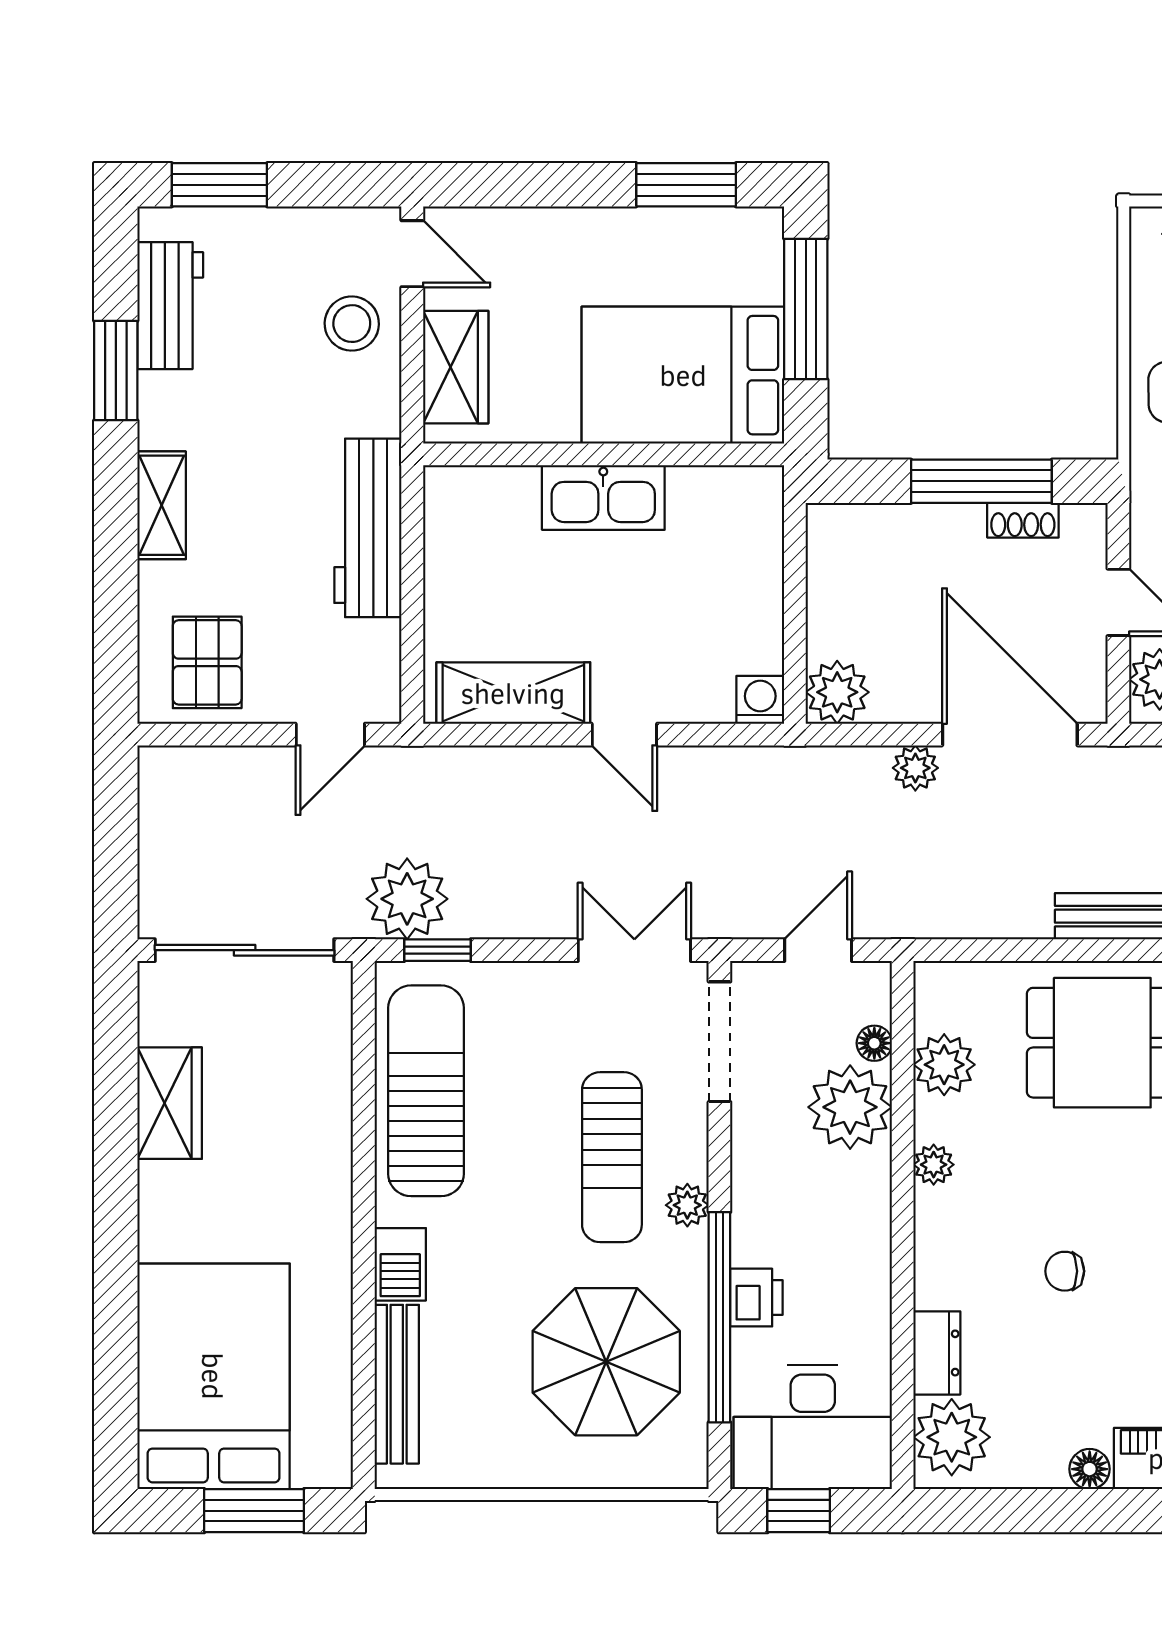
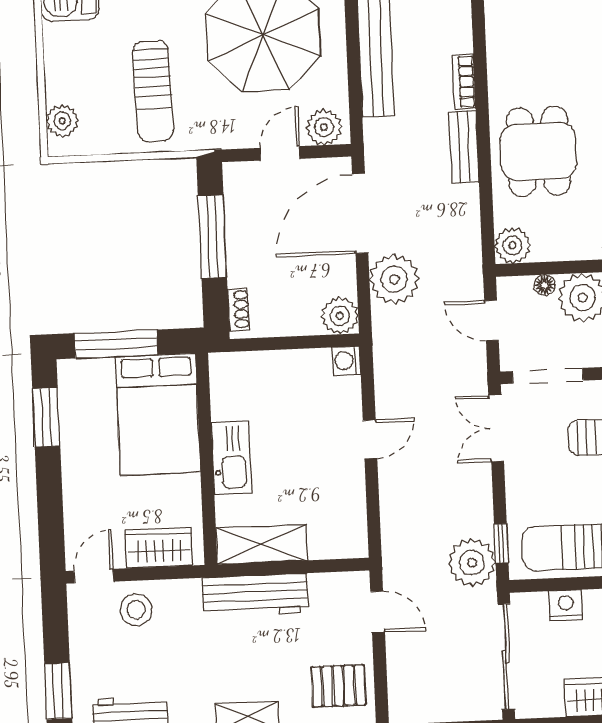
shoe rack: (1023, 520) -> (238, 309), moved
shelving: (513, 693) -> (262, 544), moved, turned 90
plant: (915, 768) -> (394, 279), width x1.88, depth x1.88
nightstand: (328, 1055) -> (566, 605), added
plant: (944, 1065) -> (513, 245), moved

